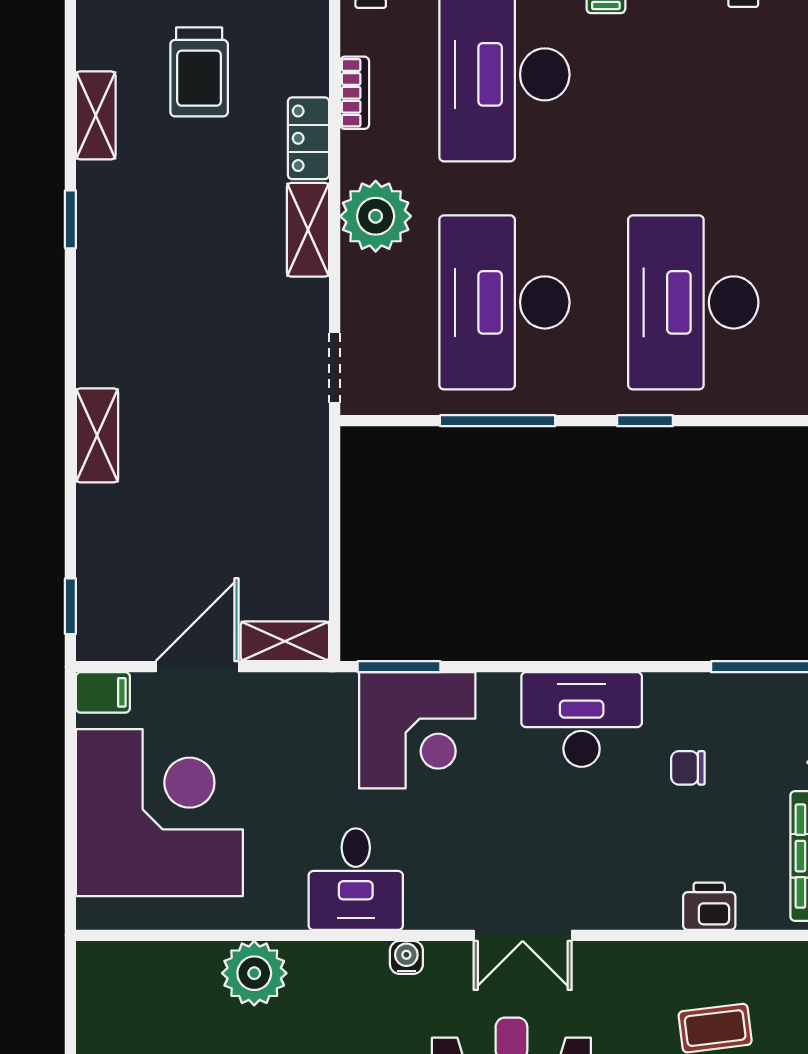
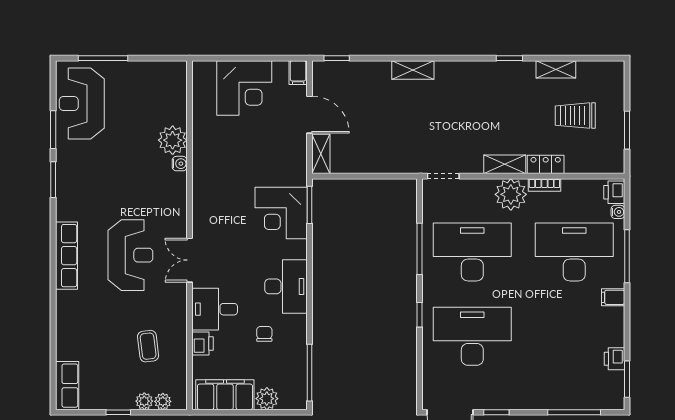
bookcase: (355, 93) -> (544, 185), moved
corner desk: (159, 813) -> (244, 88), width x0.74, depth x0.74
desk: (356, 879) -> (215, 309), moved
water cooler: (406, 957) -> (180, 164), moved

